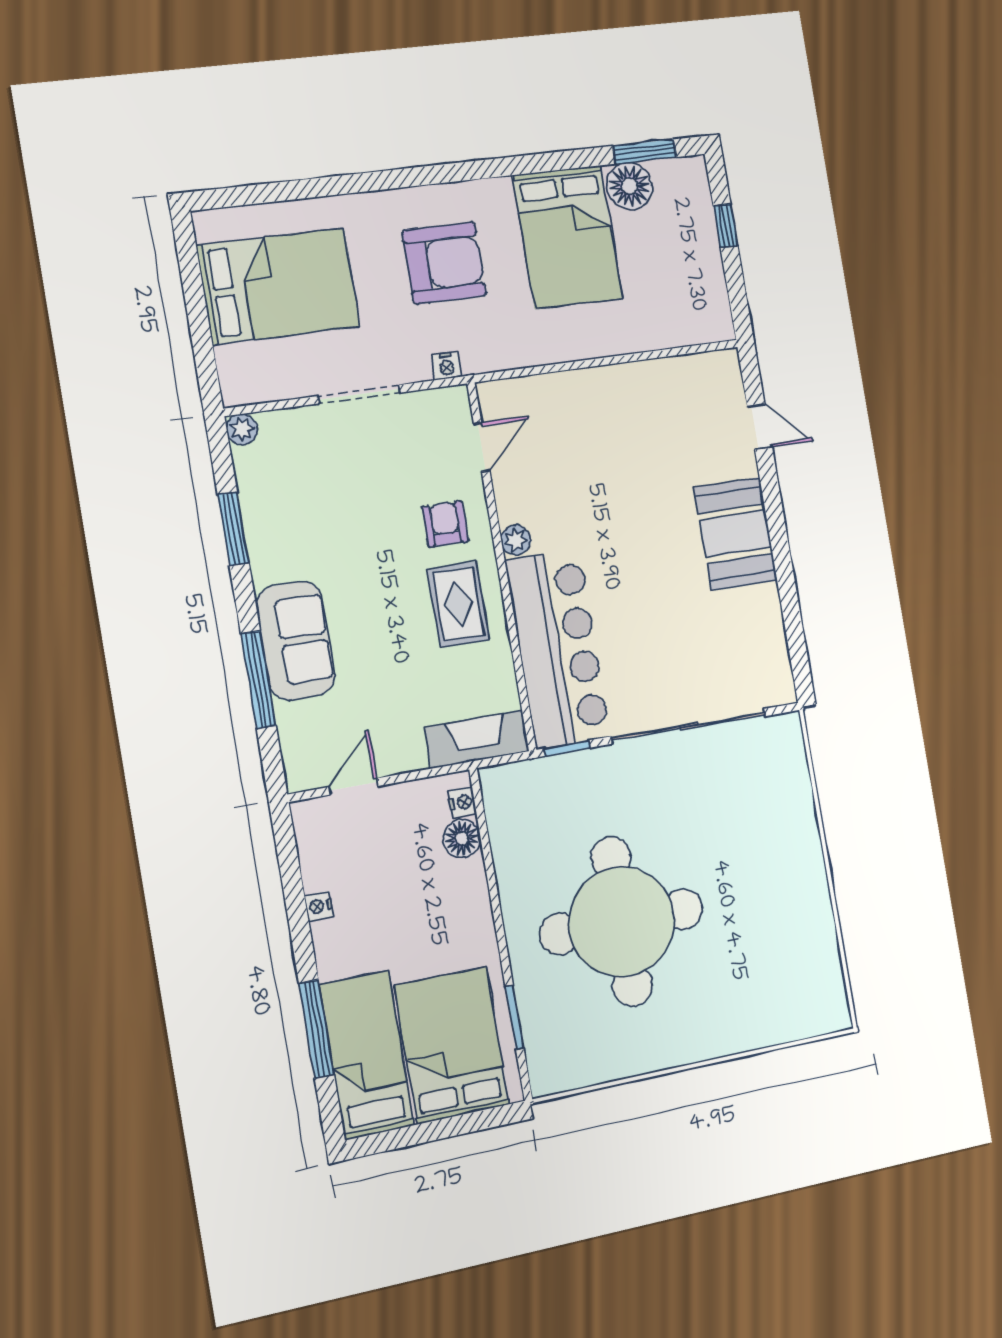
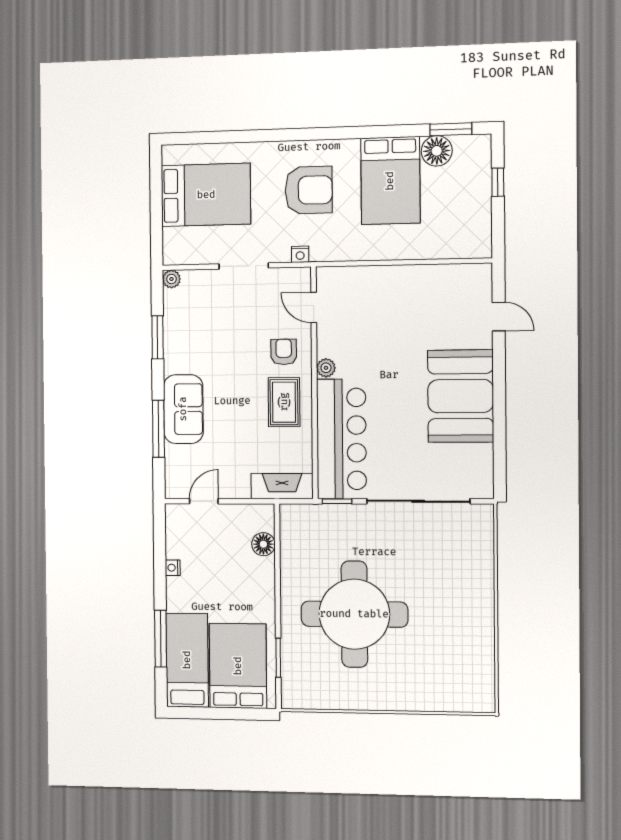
door: (482, 447) -> (314, 307), swing flipped
booth: (736, 534) -> (461, 396), width x1.36, depth x1.42
nightstand: (462, 802) -> (267, 523), removed

